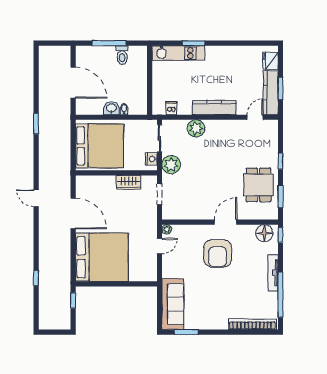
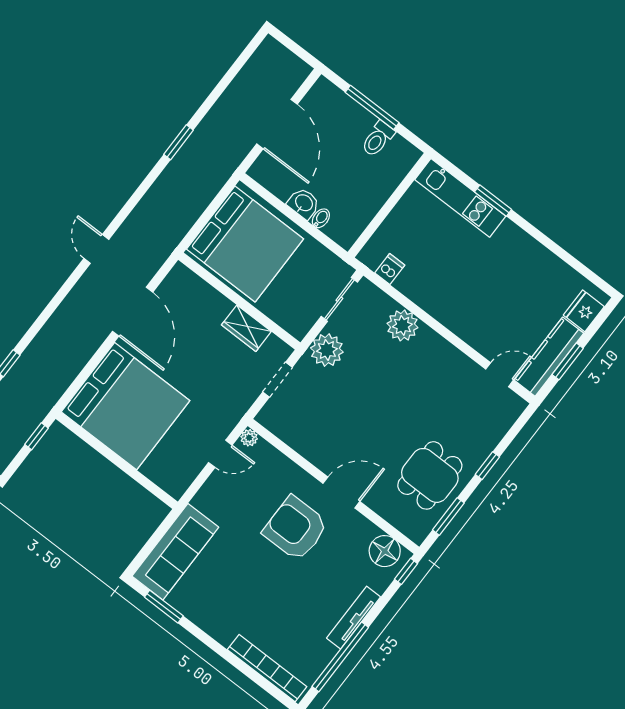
kitchen counter: (214, 107) -> (452, 316), removed
nightstand: (151, 159) -> (305, 320), removed
armchair: (218, 253) -> (296, 528), turned 90

